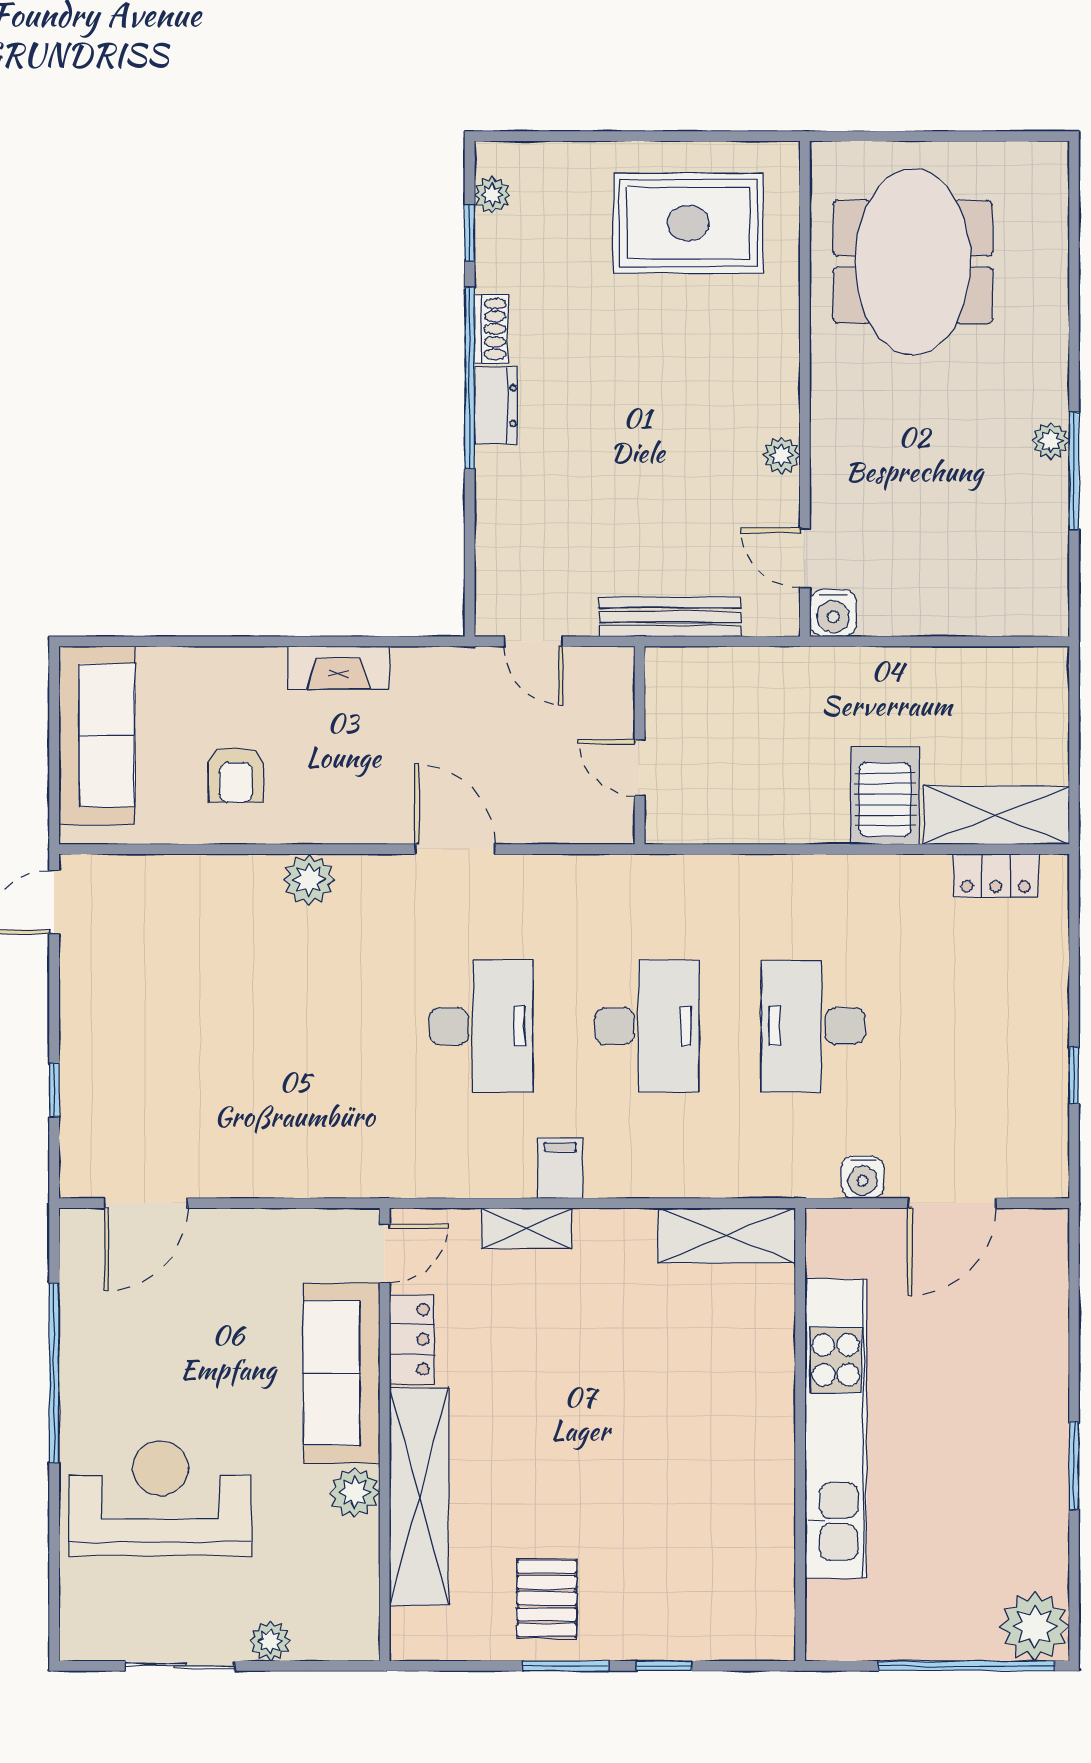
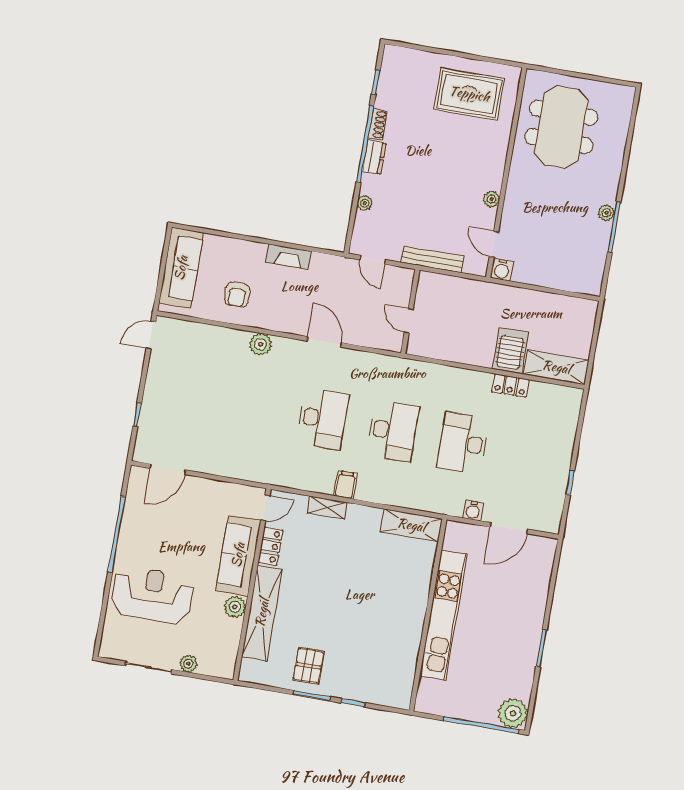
plant: (492, 195) -> (365, 203), moved
locker: (996, 875) -> (510, 386), moved

